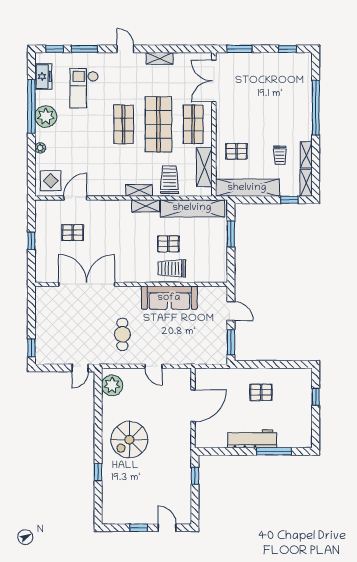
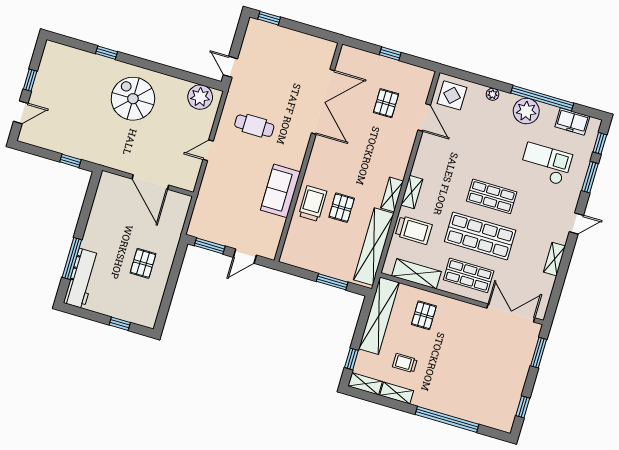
sofa: (169, 298) -> (280, 191), width x0.73
workbench: (252, 439) -> (82, 278), moved

